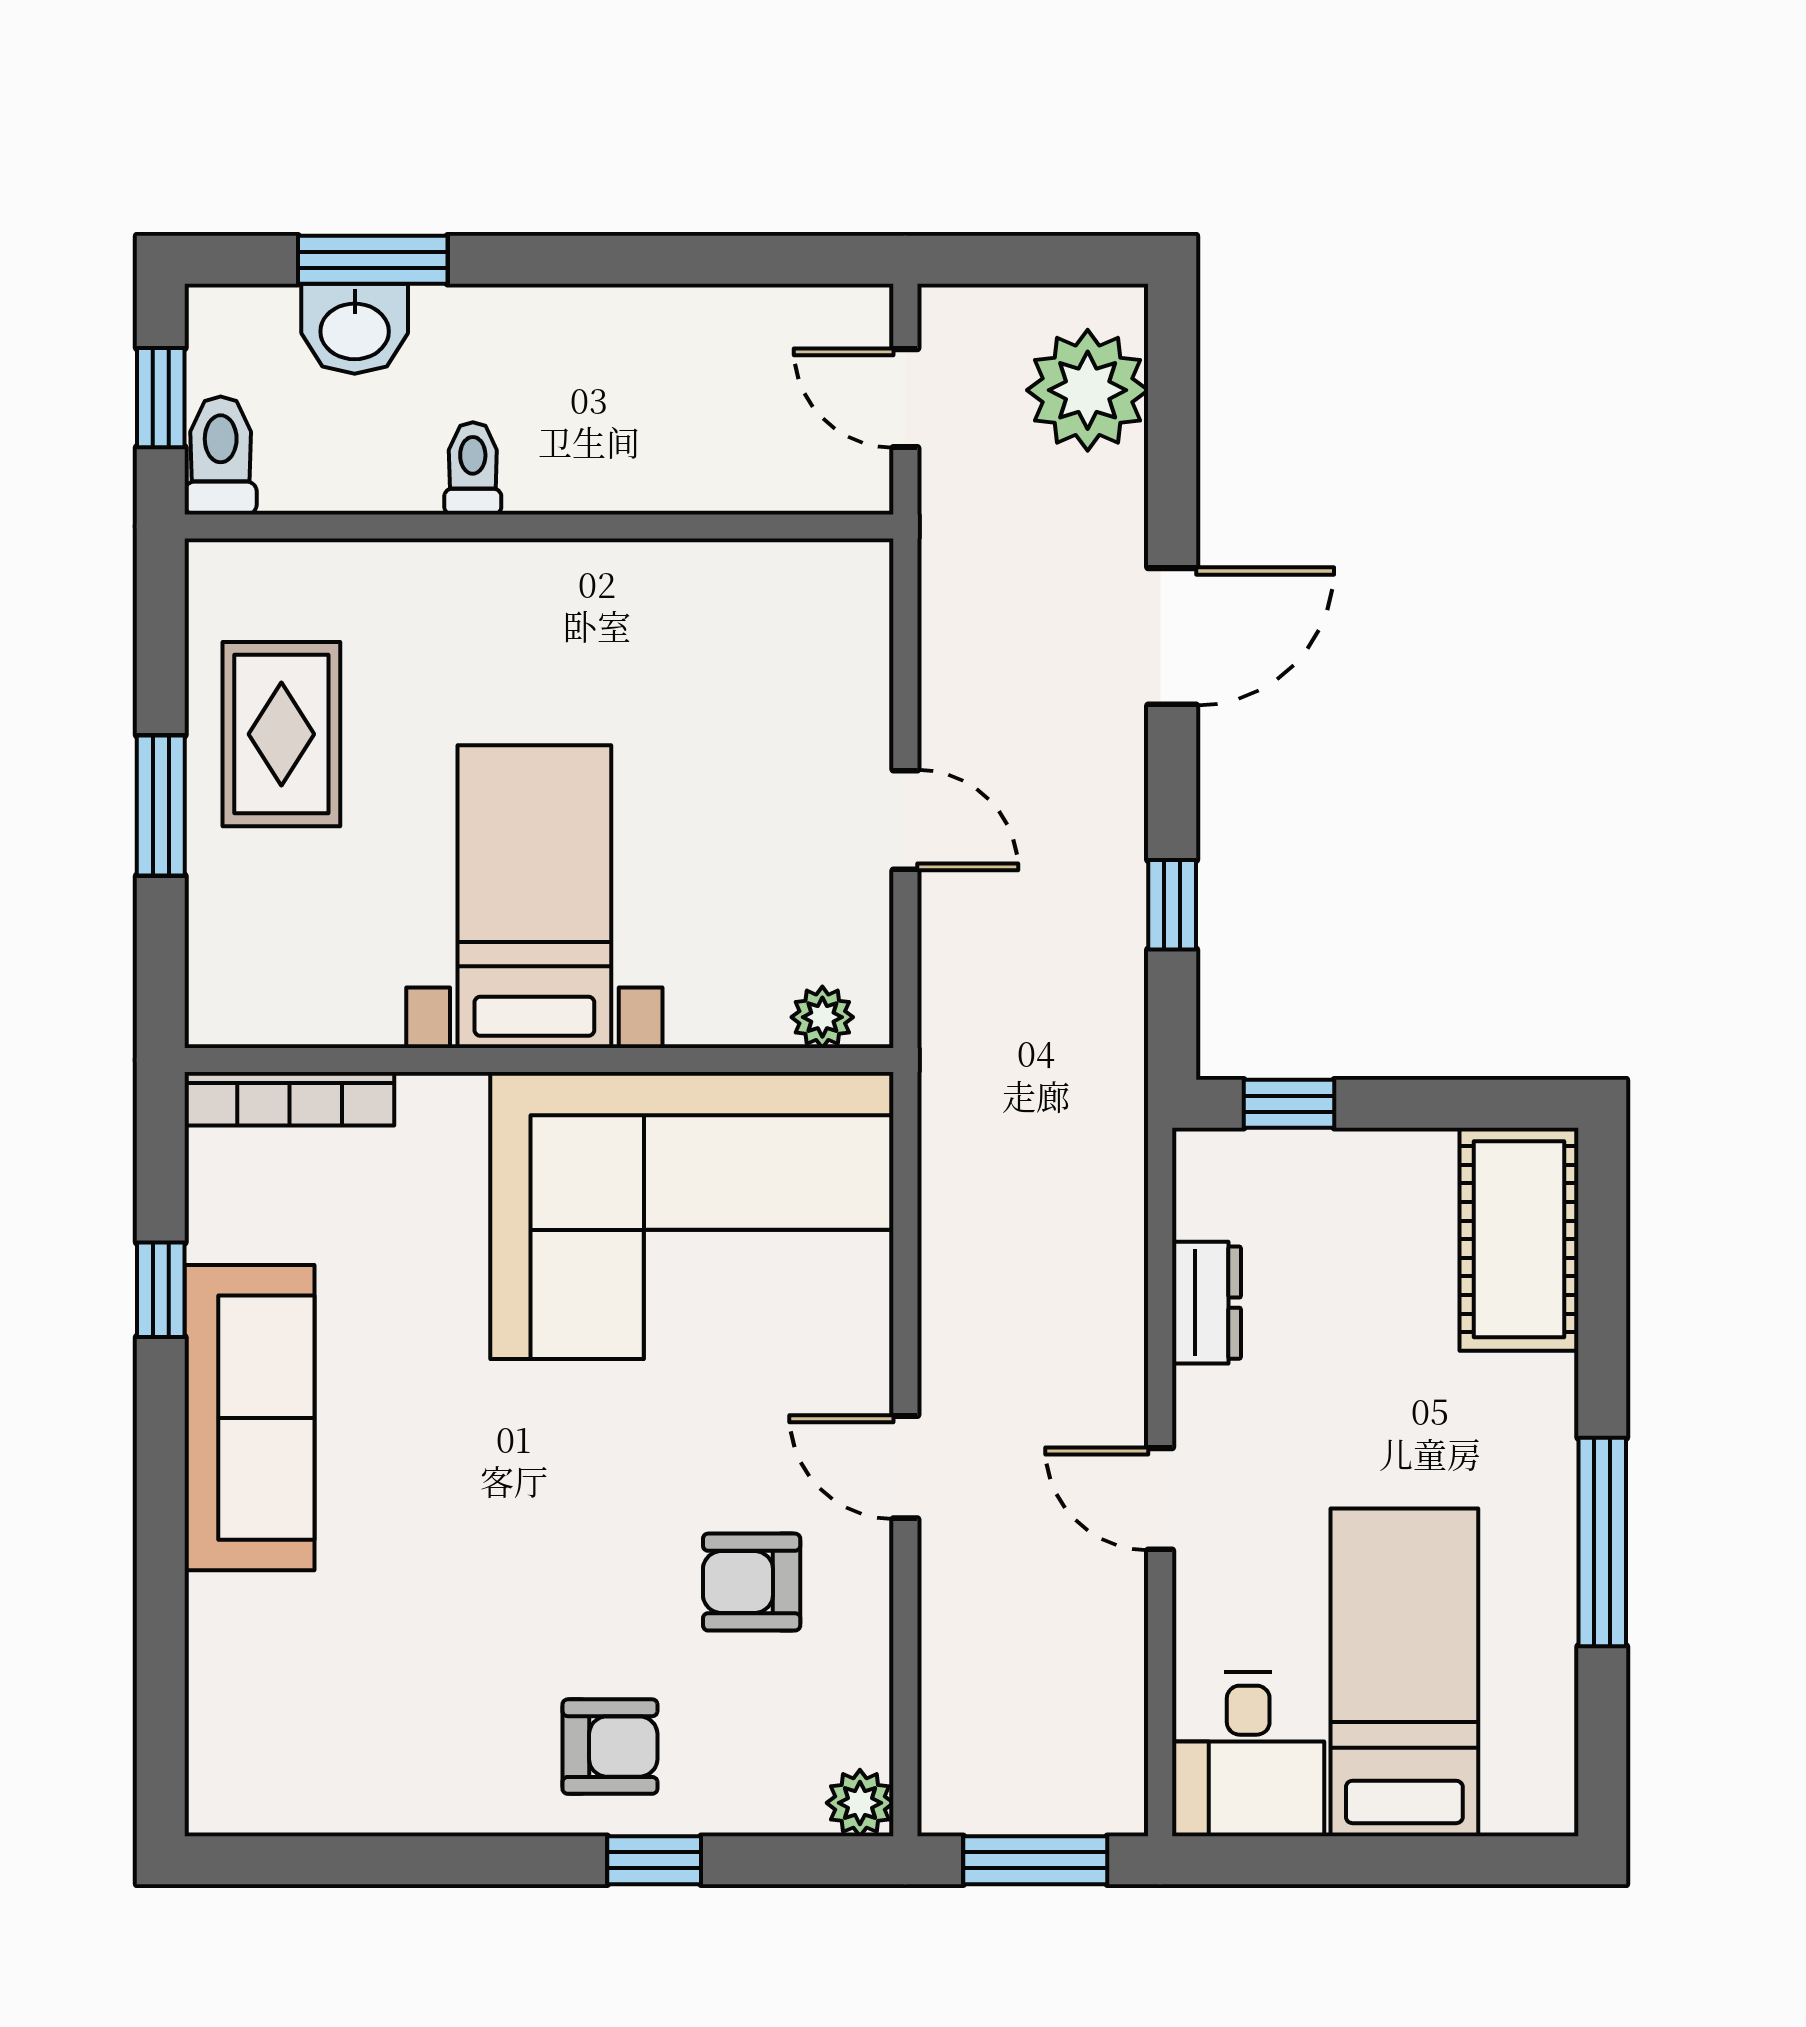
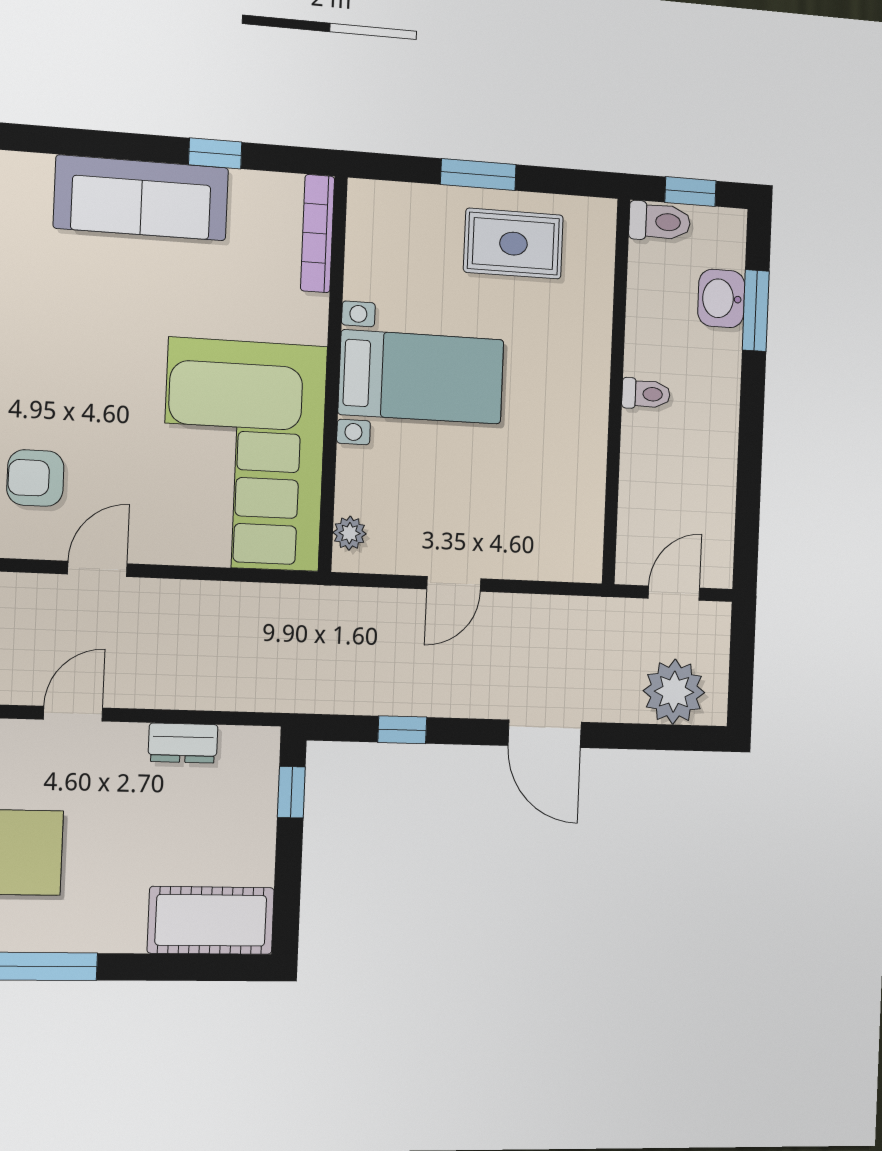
toilet: (473, 468) -> (646, 394), moved
armchair: (752, 1582) -> (35, 478), turned -90

